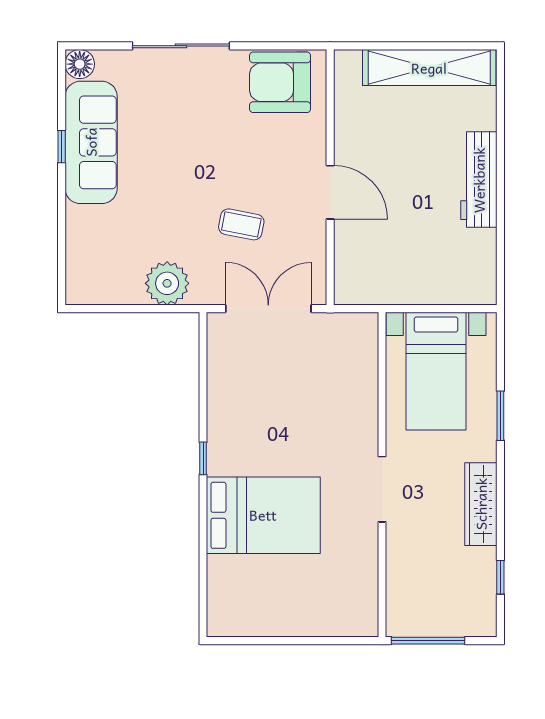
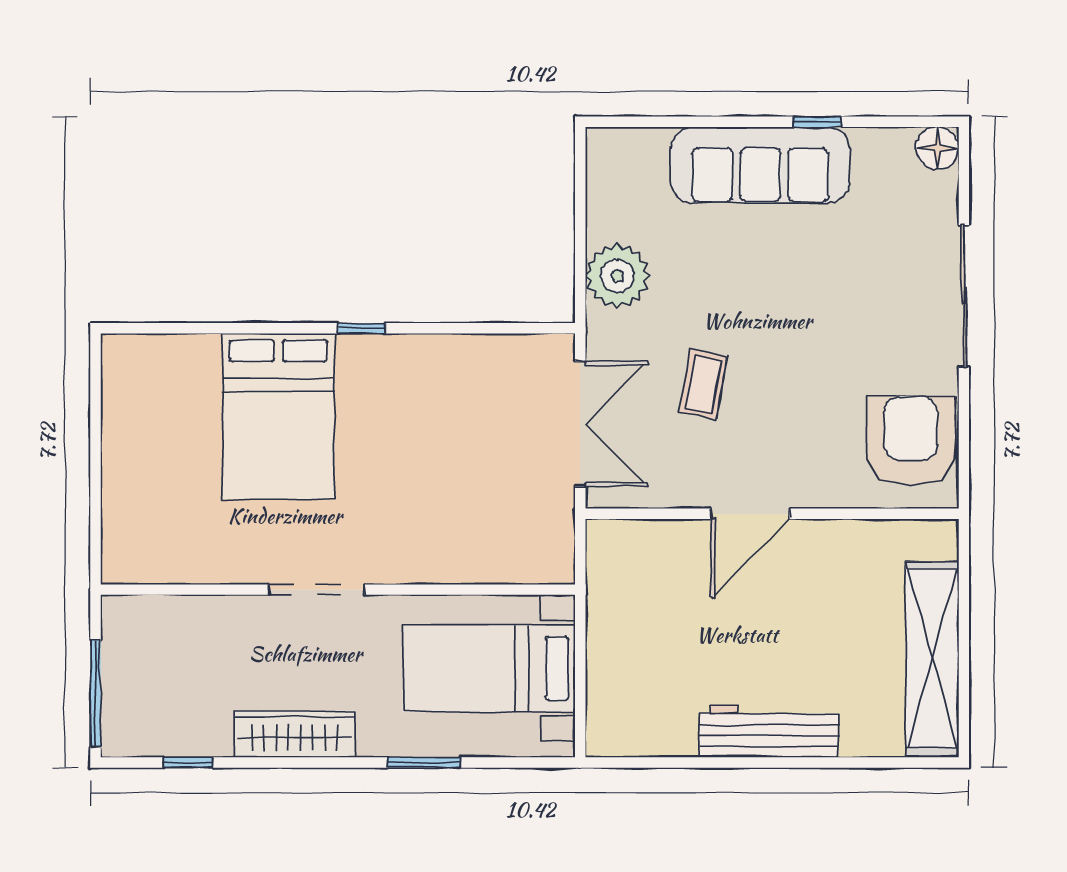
sofa: (91, 142) -> (760, 165), moved
window: (428, 641) -> (95, 693), moved

